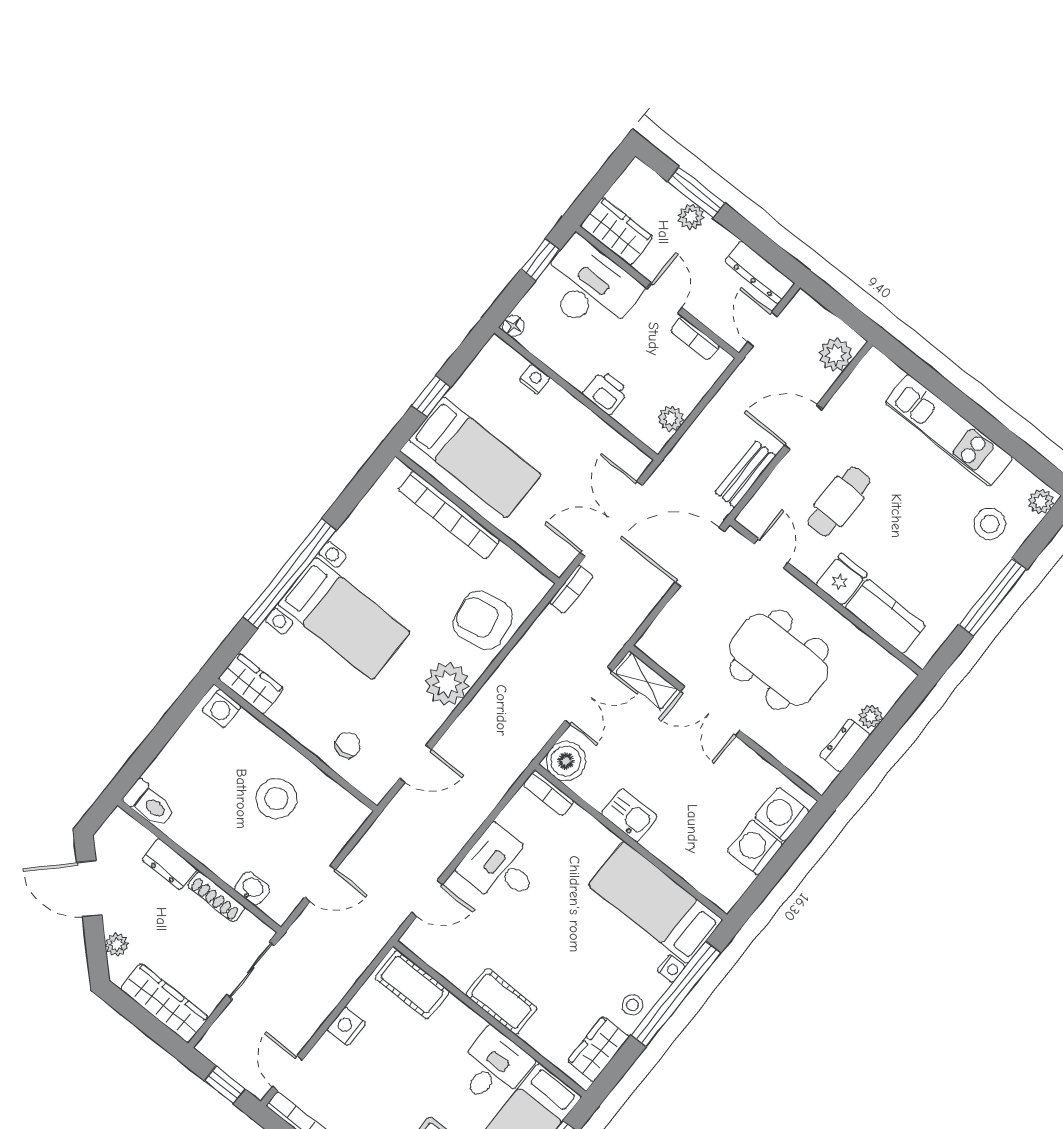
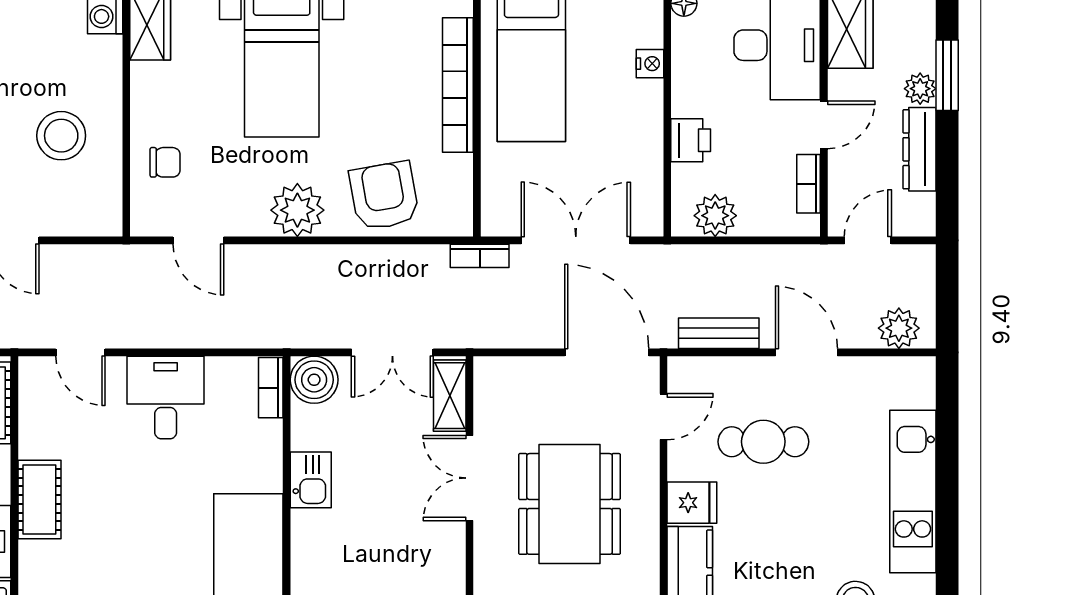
dresser: (760, 272) -> (919, 149), moved
plant: (671, 419) -> (715, 216), width x1.38, depth x1.38

